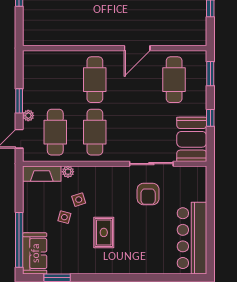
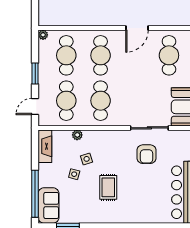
cafe table: (55, 80) -> (66, 55), added
plant: (28, 116) -> (43, 35), moved
fireplace: (42, 174) -> (45, 146), moved, turned -90

